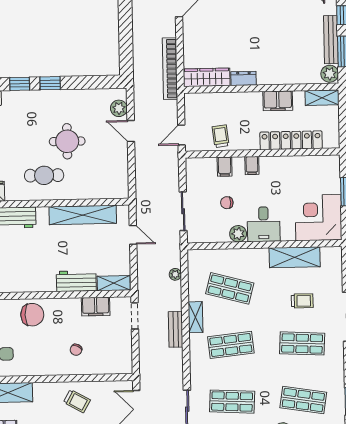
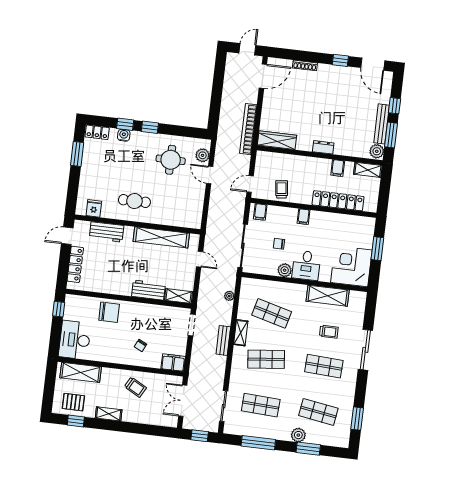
dresser: (244, 78) -> (323, 147), moved
water cooler: (20, 97) -> (124, 135), added
filing cabinet: (278, 101) -> (338, 168), width x0.50
round table: (67, 141) -> (171, 160), moved
filing cabinet: (225, 167) -> (260, 212), moved
sliding door: (183, 211) -> (243, 246), width x1.37
filing cabinet: (96, 307) -> (173, 363), moved, turned 180

